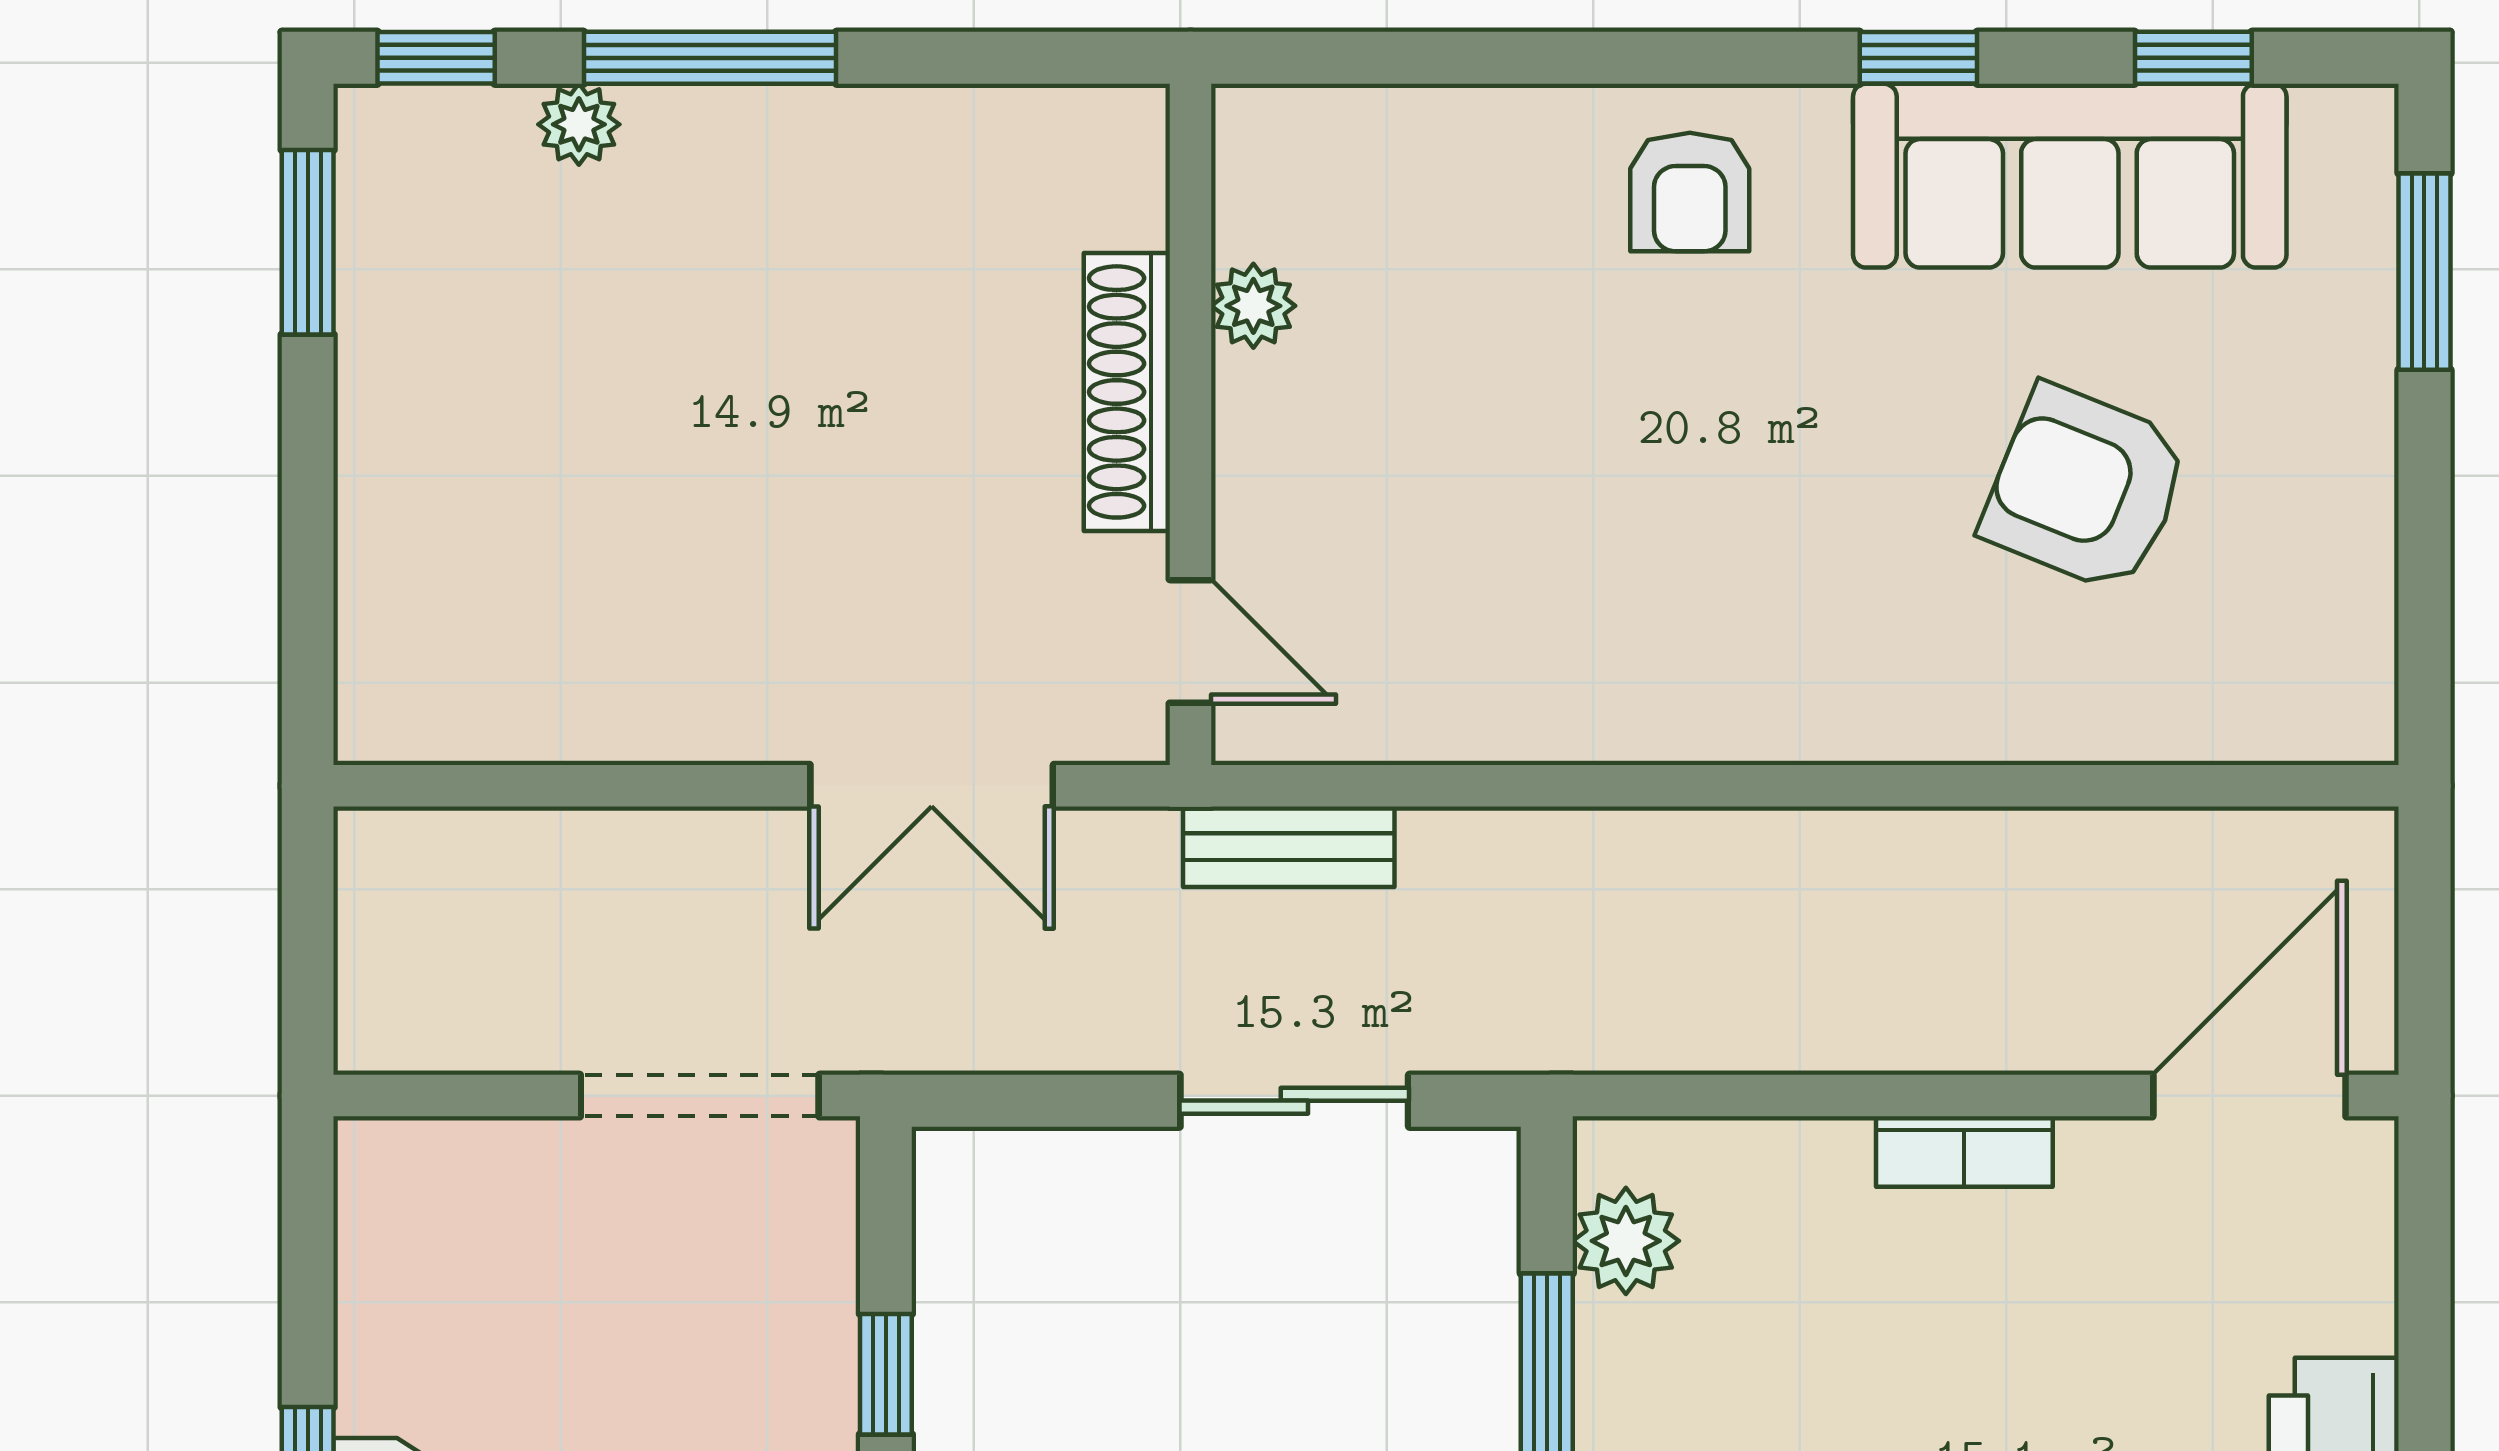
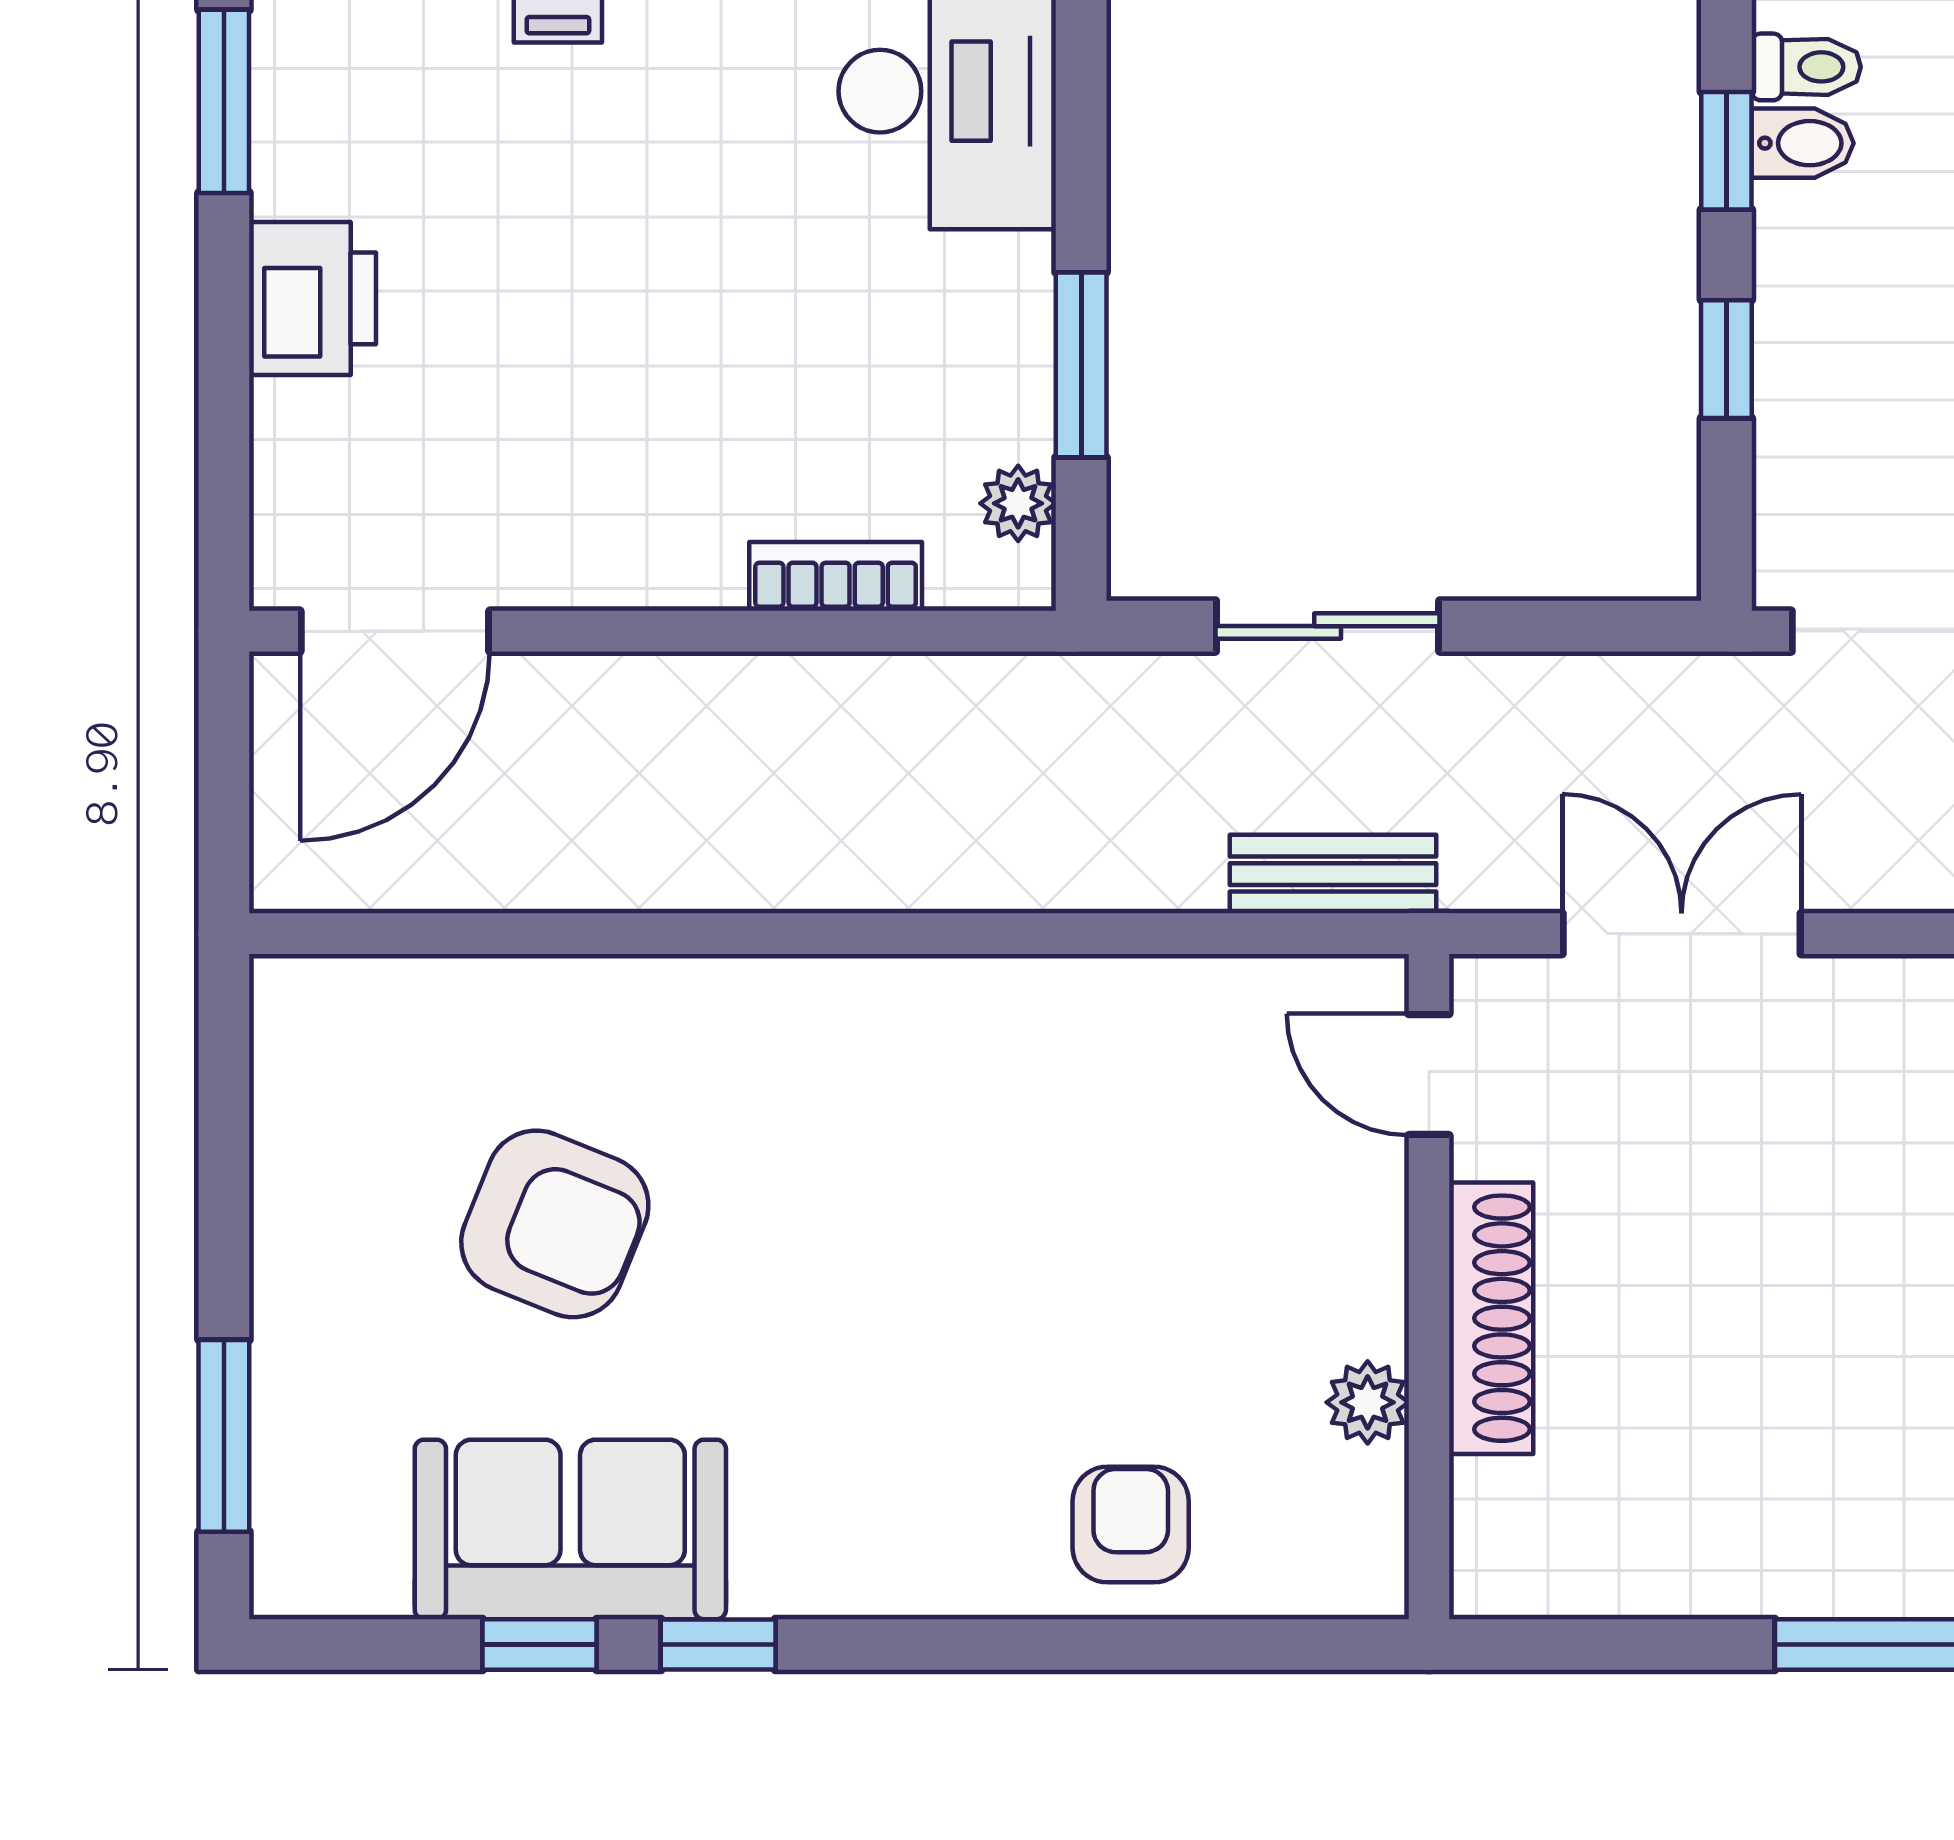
window: (2193, 58) -> (540, 1645), moved
sofa: (2070, 176) -> (570, 1529), width x0.73
armchair: (1690, 192) -> (1131, 1524), moved
bookcase: (1964, 1152) -> (836, 576), moved
plant: (1626, 1241) -> (1018, 503), width x0.73, depth x0.73

